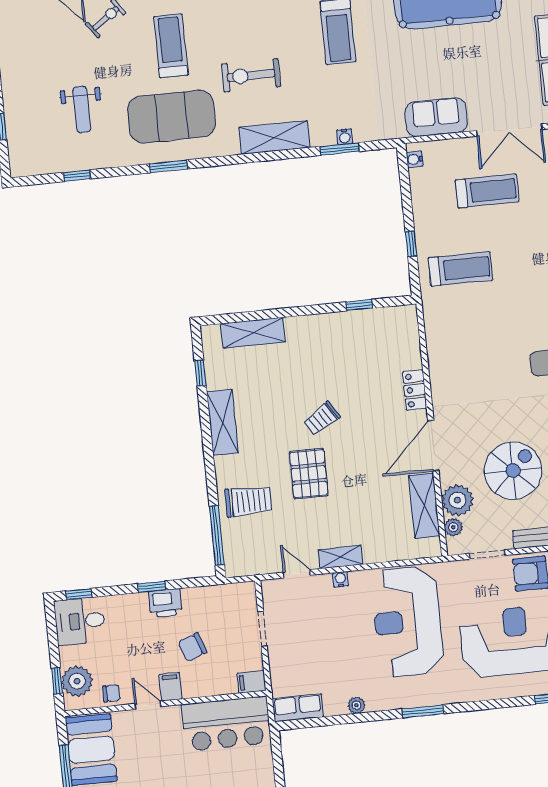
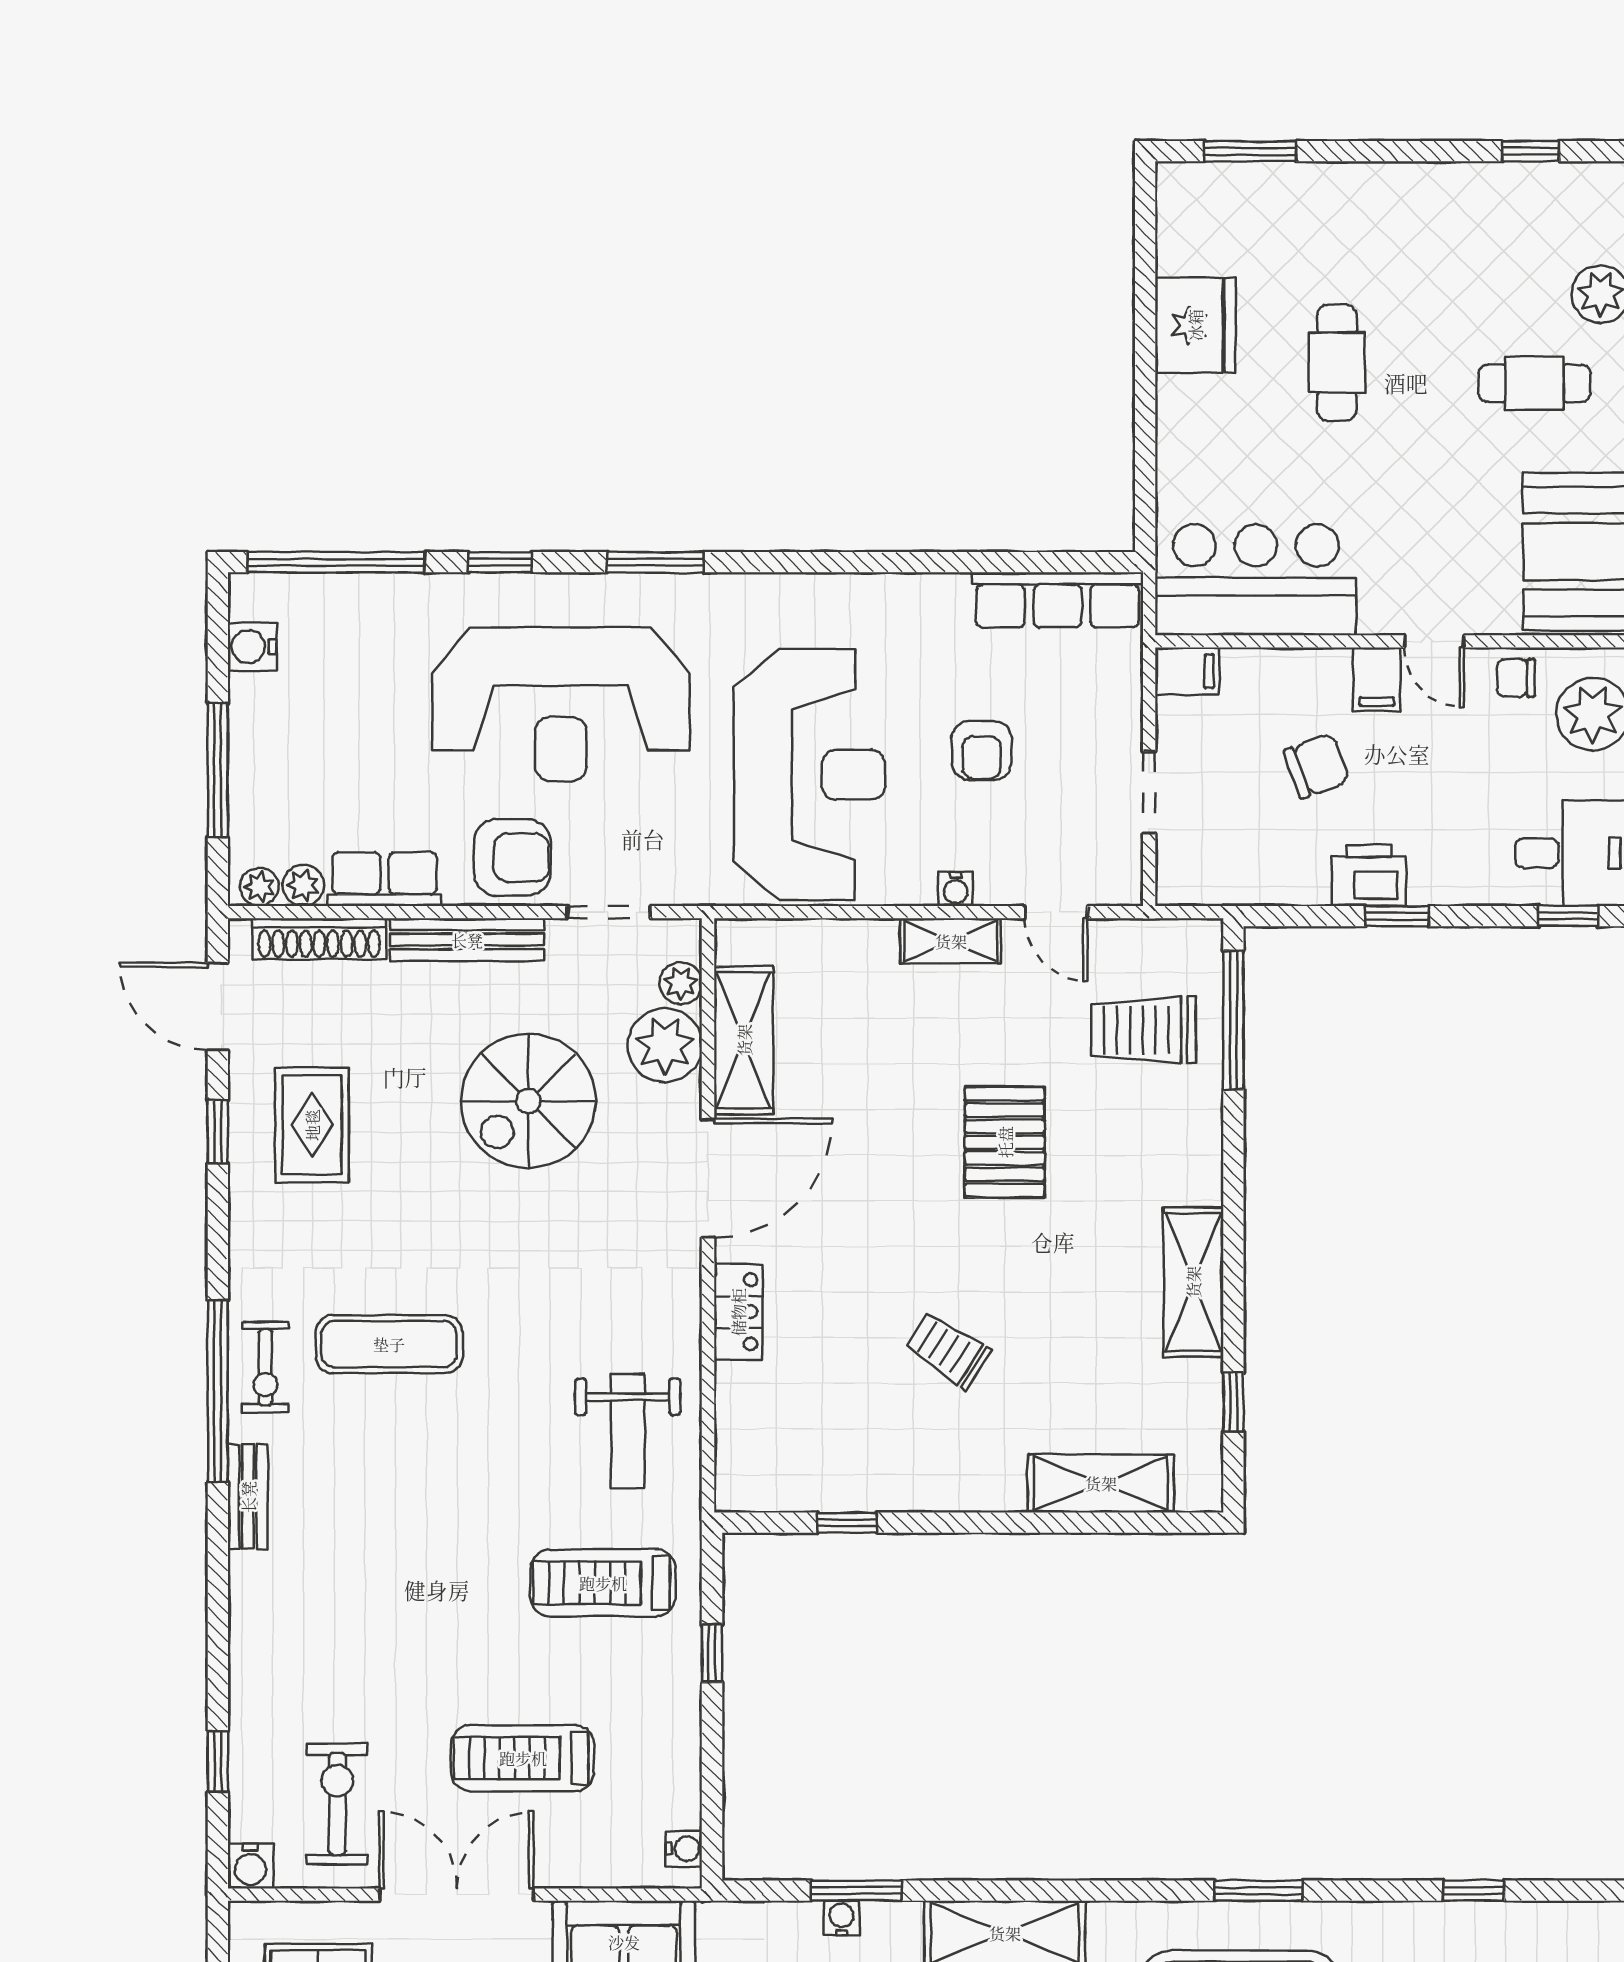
weight bench: (457, 334) -> (628, 1431), added
trolley: (322, 418) -> (948, 1350), moved, turned -115
trolley: (248, 501) -> (1144, 1030), moved
armchair: (335, 639) -> (982, 750), added
plant: (356, 705) -> (948, 592), removed
row of seats: (298, 708) -> (1058, 600), width x1.48
window: (423, 711) -> (655, 562), moved

